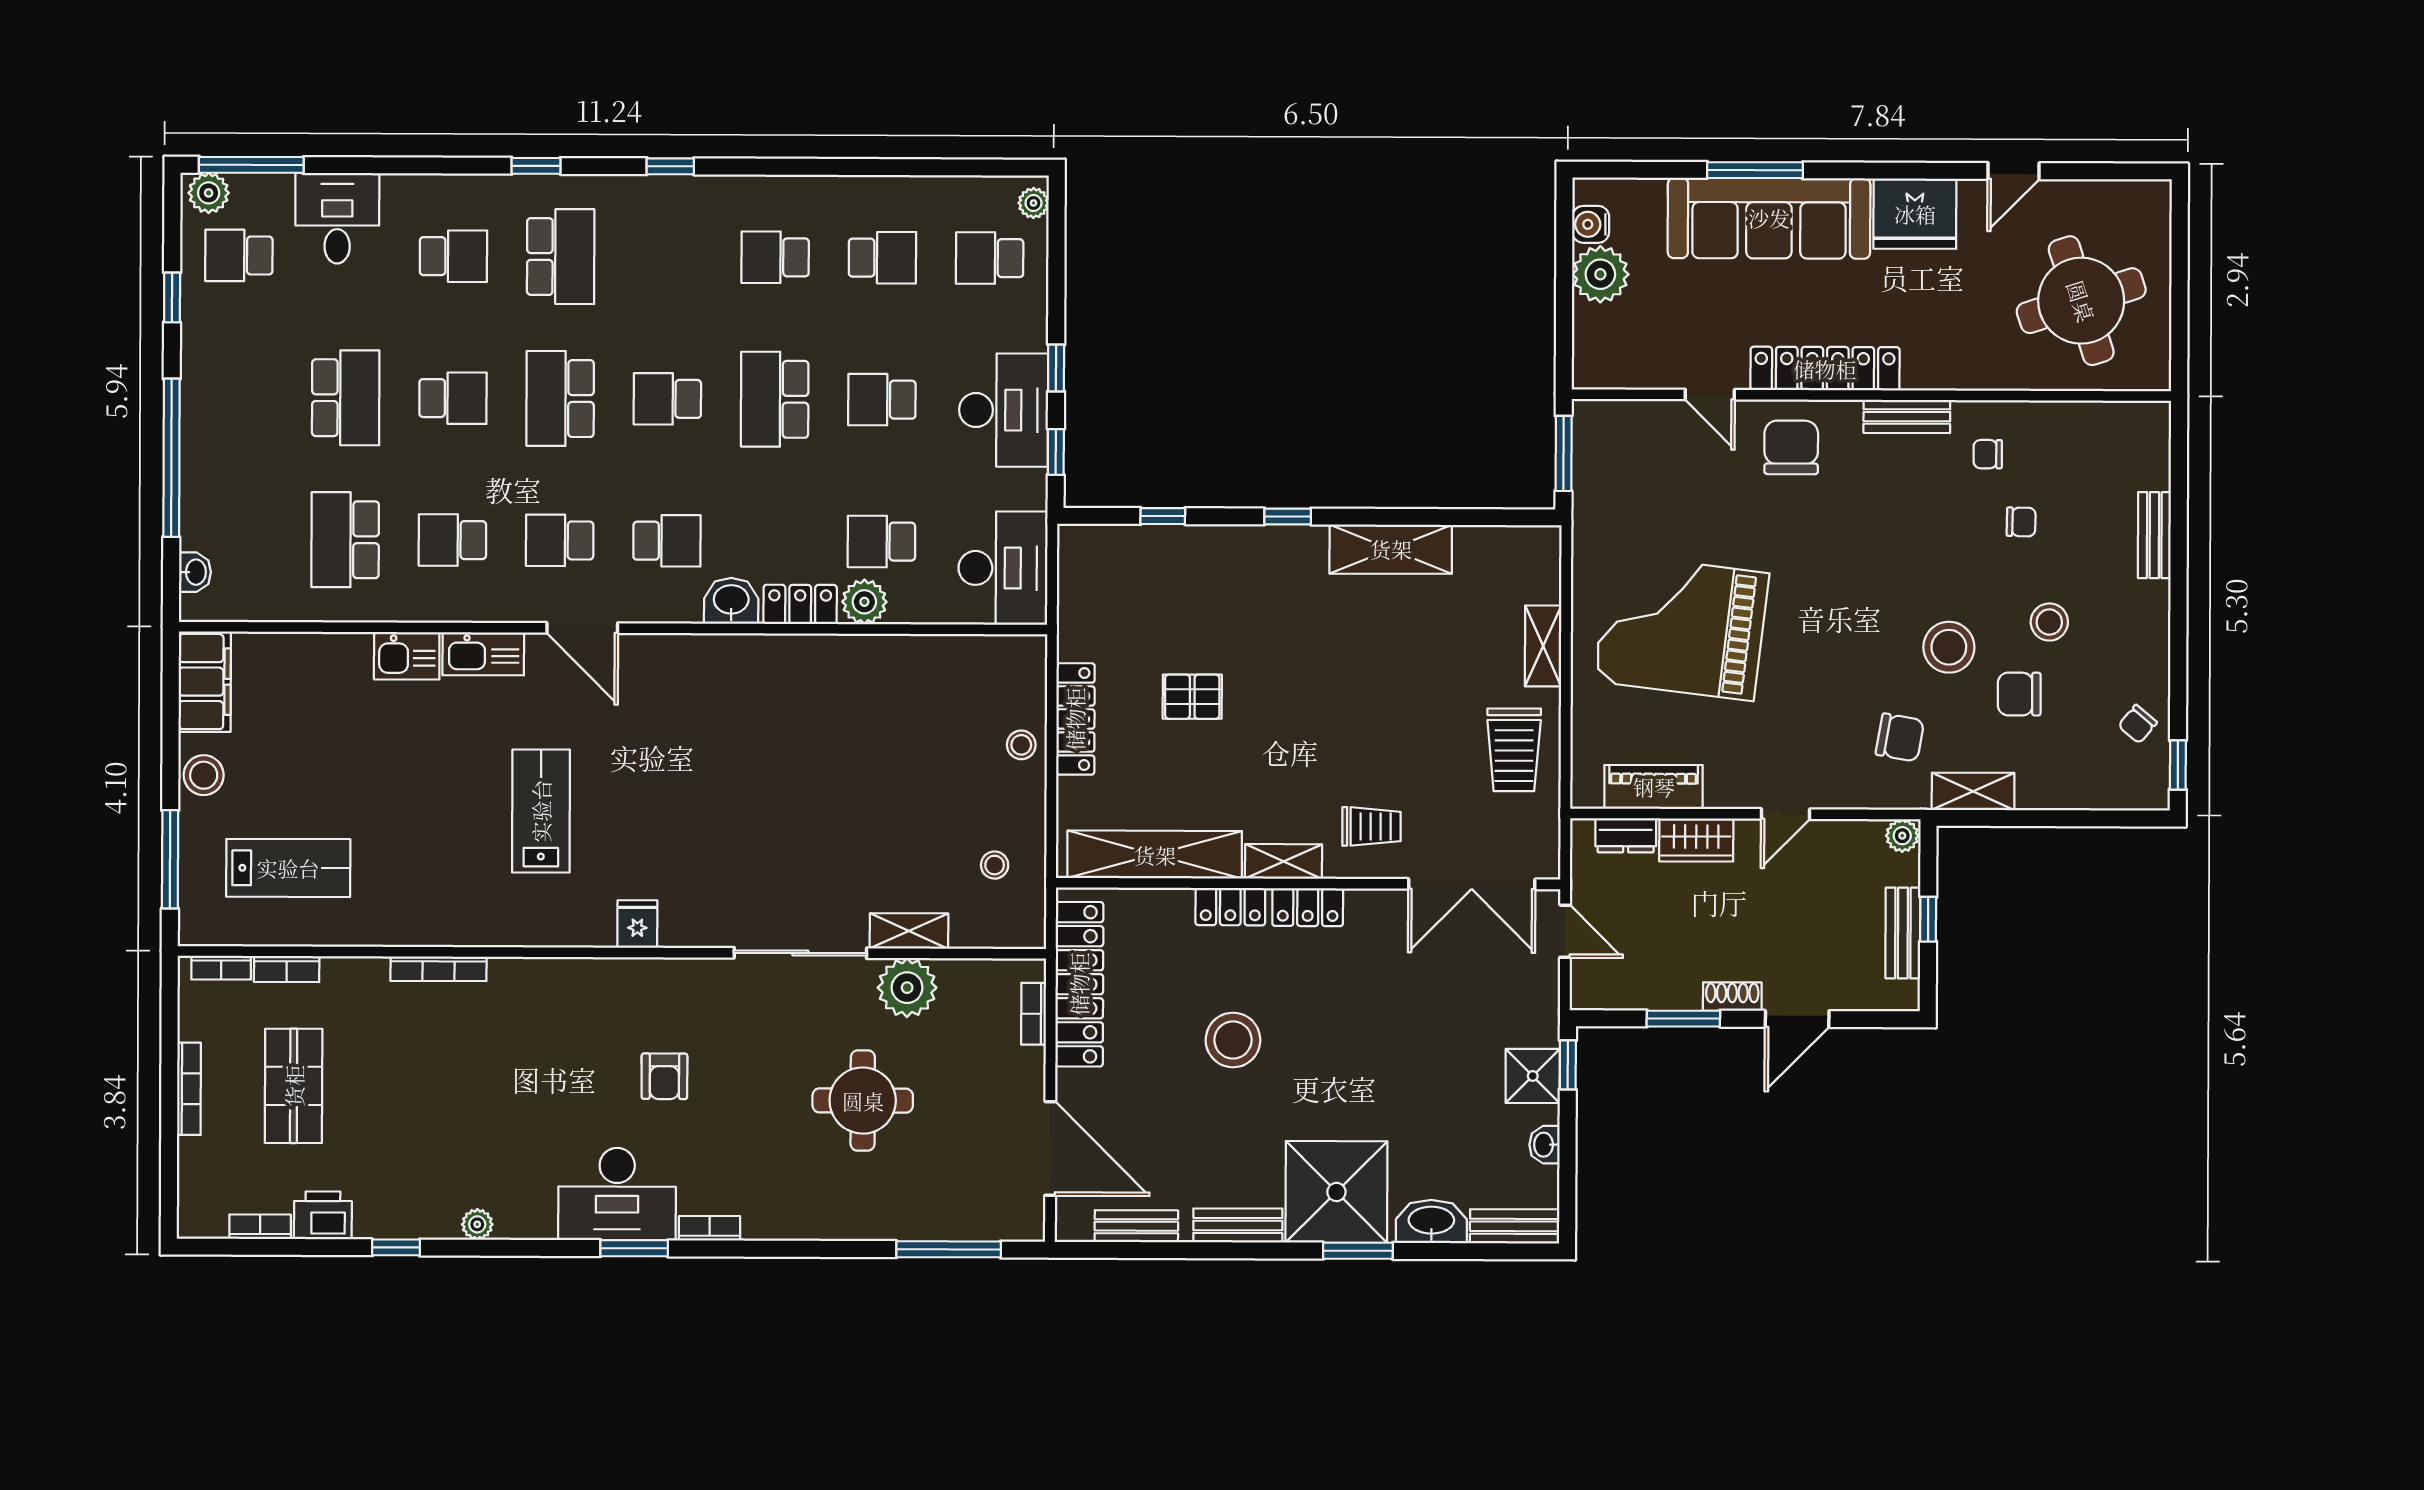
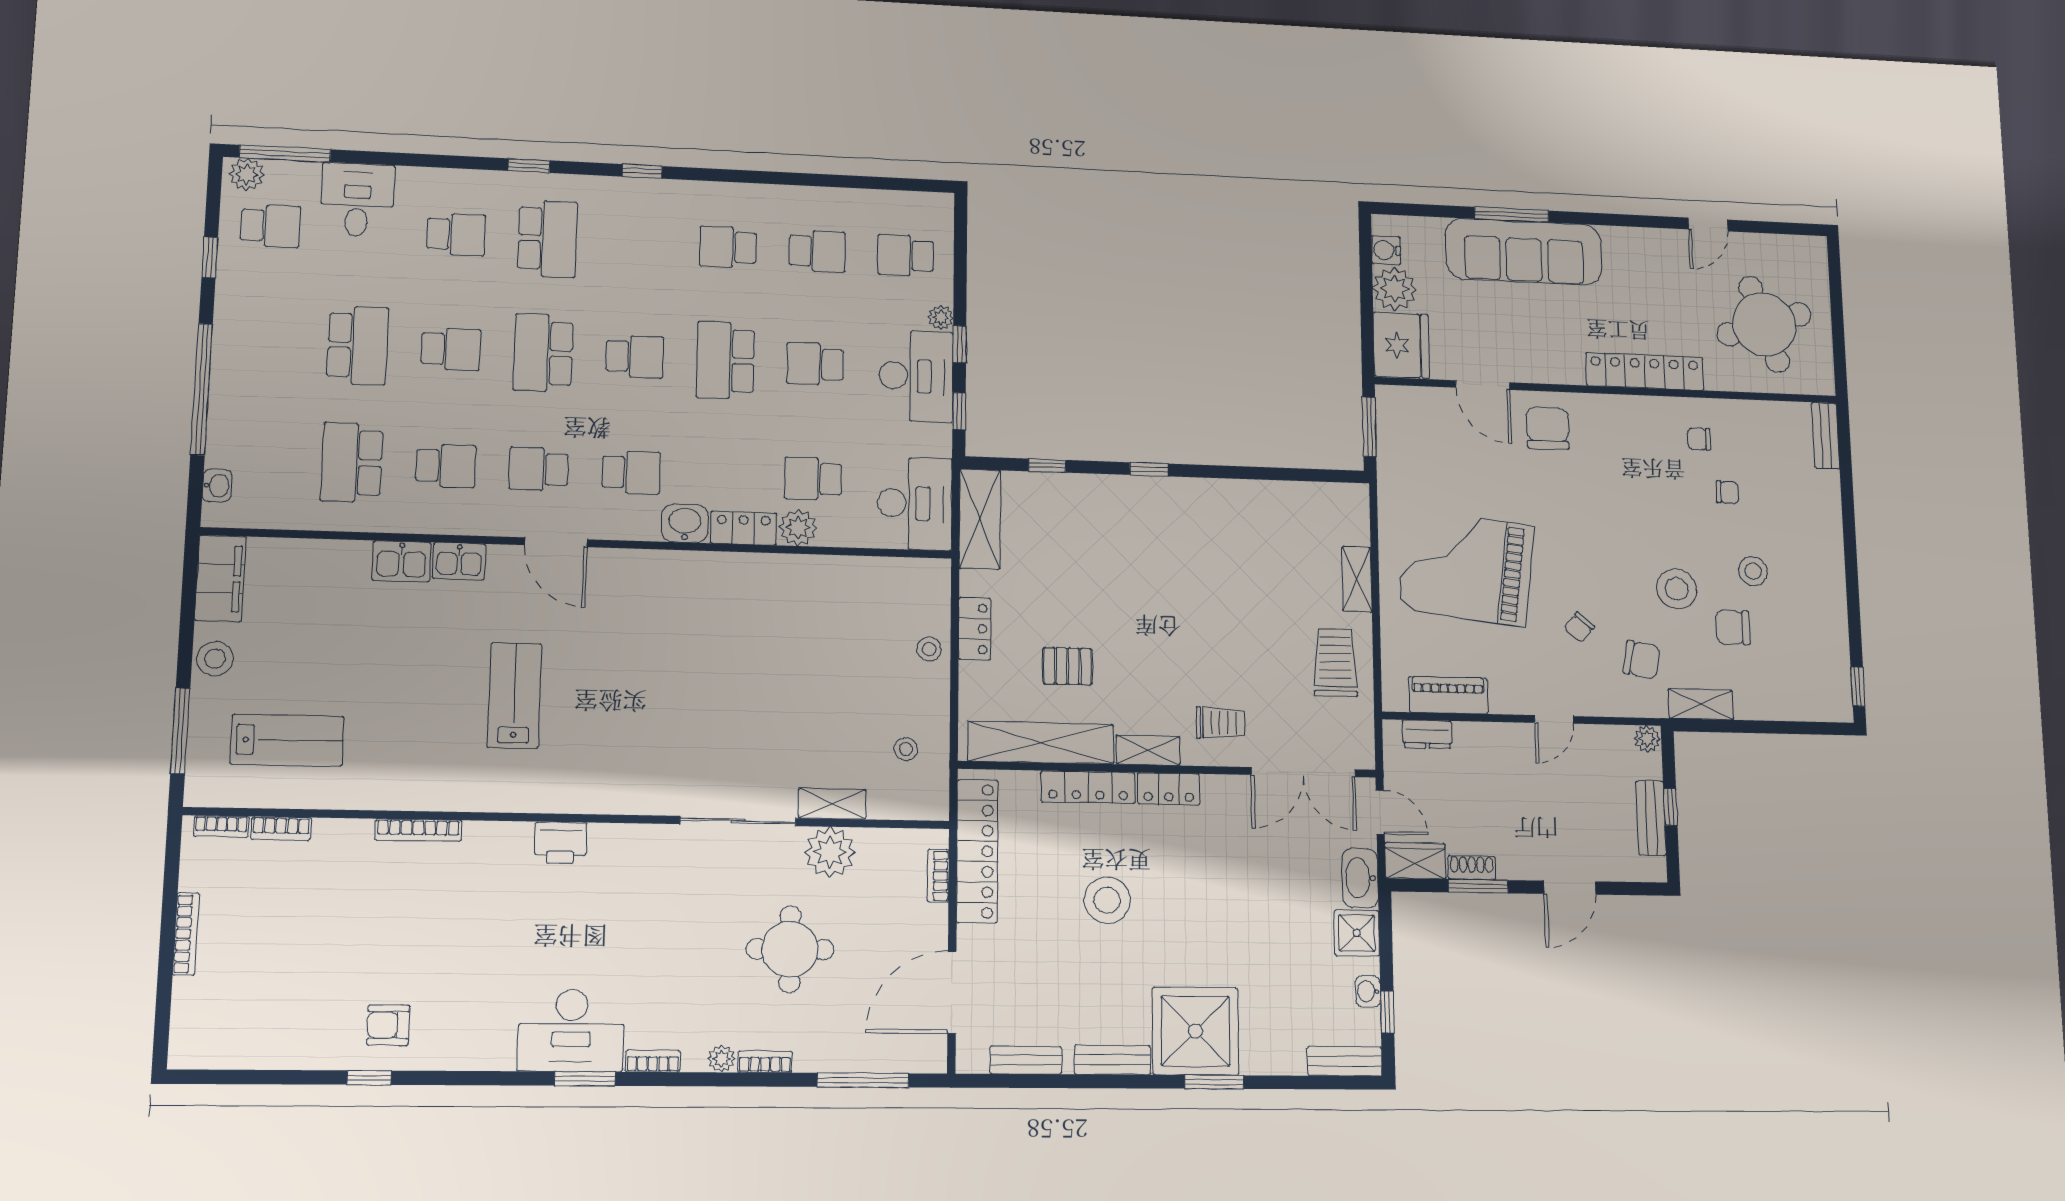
plant: (1034, 203) -> (941, 318), moved
fridge: (1915, 214) -> (1401, 345), moved, turned -90
school desk: (239, 255) -> (270, 226), turned 180
locker: (1825, 369) -> (1645, 371), moved
door: (1710, 395) -> (1483, 385), width x1.38
school desk: (667, 399) -> (635, 357), turned 180
bench: (1907, 417) -> (1636, 408), removed
bench: (2154, 535) -> (1826, 436), moved
school desk: (452, 540) -> (446, 466), turned 180
shelving: (1391, 549) -> (980, 519), moved, turned 90
kitchen sink: (483, 654) -> (459, 561), width x0.73
pallet: (1192, 697) -> (1068, 666), moved
locker: (1075, 719) -> (975, 629), width x0.66
chair: (2138, 724) -> (1579, 627), moved
trolley: (1514, 750) -> (1335, 663), turned 180
wardrobe: (1696, 840) -> (1415, 861), moved, turned 180
locker: (1230, 907) -> (1088, 787), width x1.53
fridge: (637, 924) -> (596, 794), removed
shoe rack: (1732, 997) -> (1472, 868), moved
window: (1568, 1065) -> (1387, 1012), moved
armchair: (664, 1076) -> (388, 1025), moved, turned 90
shop shelf: (294, 1086) -> (282, 932), removed
door: (1050, 1148) -> (952, 992), swing flipped
printer: (323, 1215) -> (561, 843), moved, turned 180
washbasin: (1431, 1221) -> (1360, 878), moved, turned -90
plant: (477, 1224) -> (722, 1059), moved
bookcase: (260, 1227) -> (765, 1062), moved

